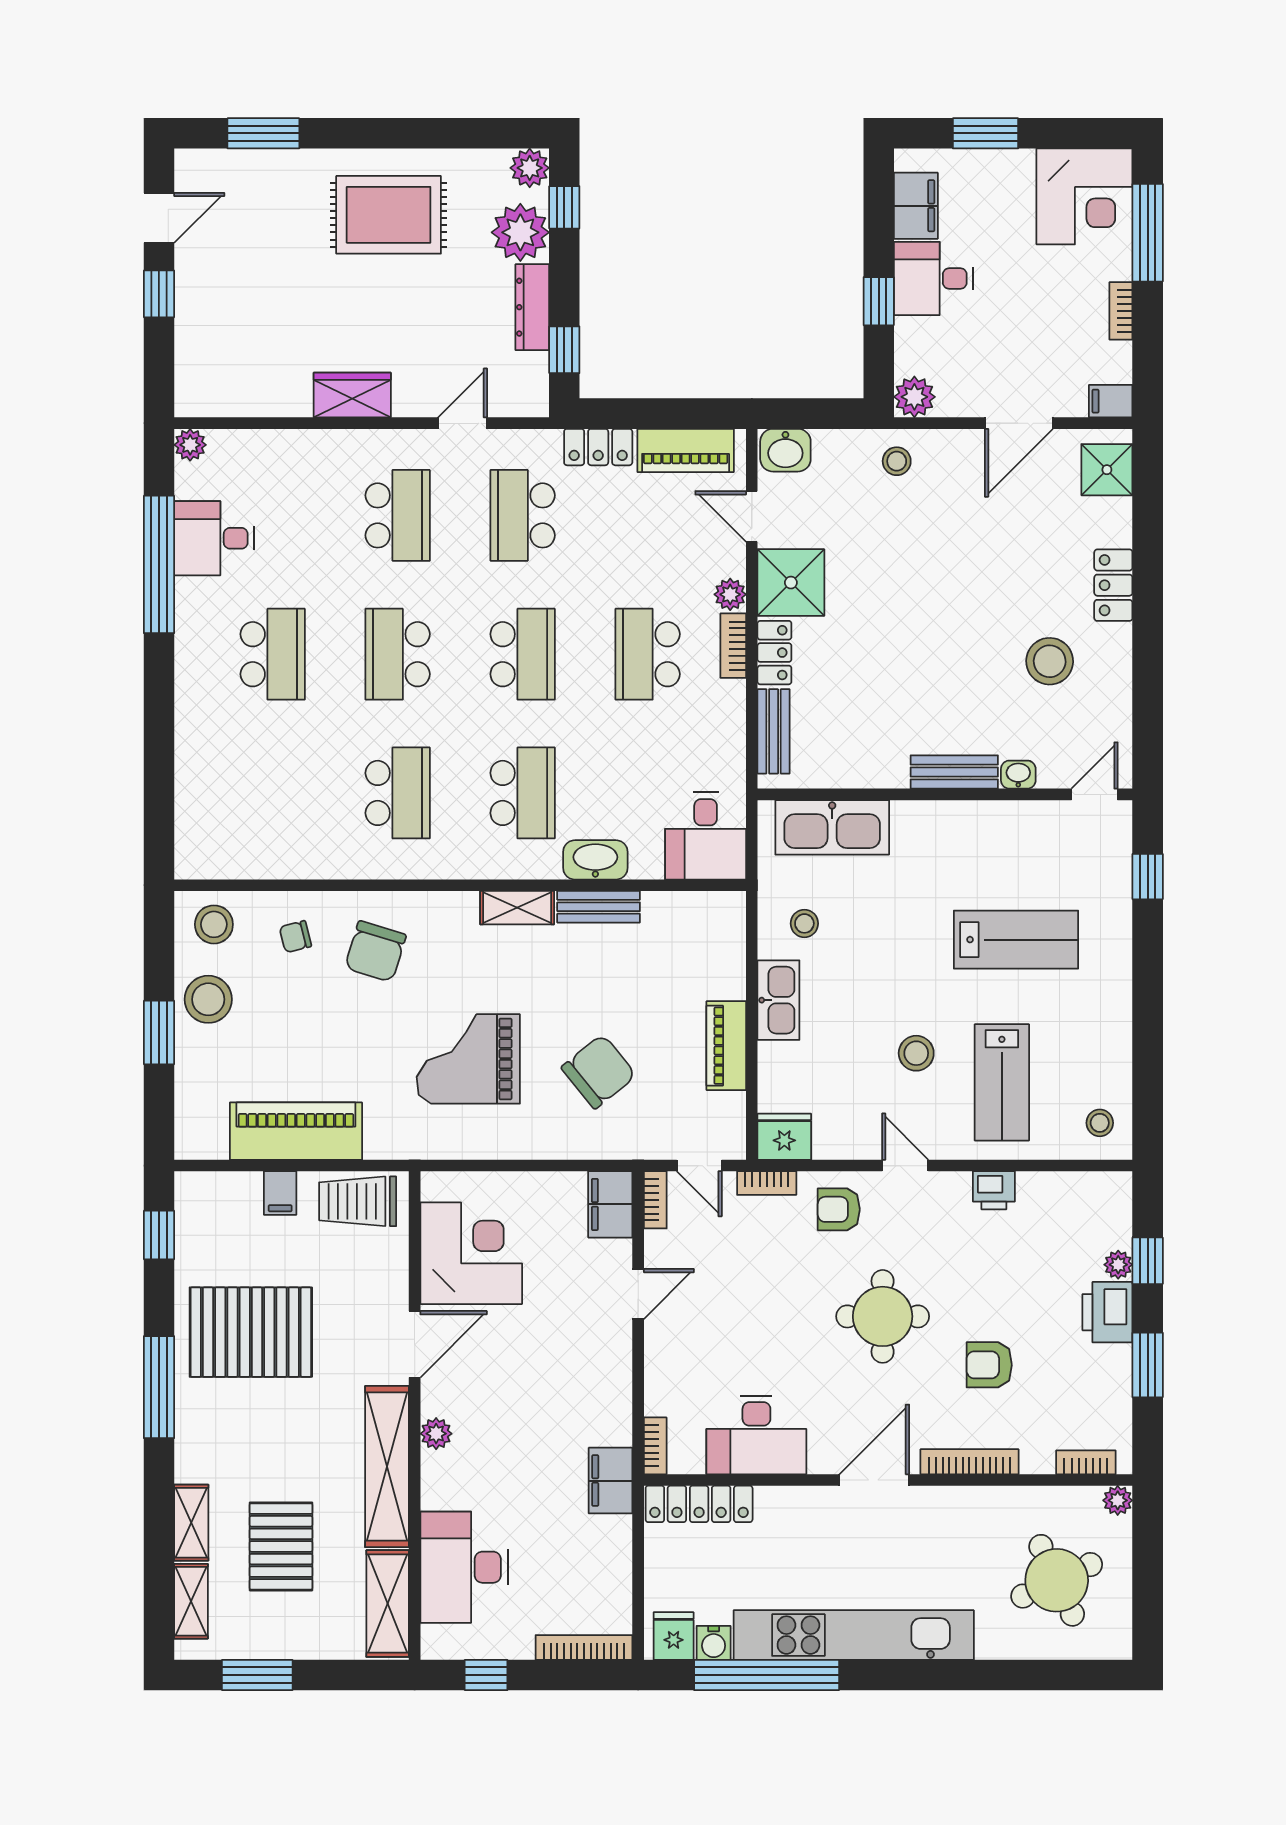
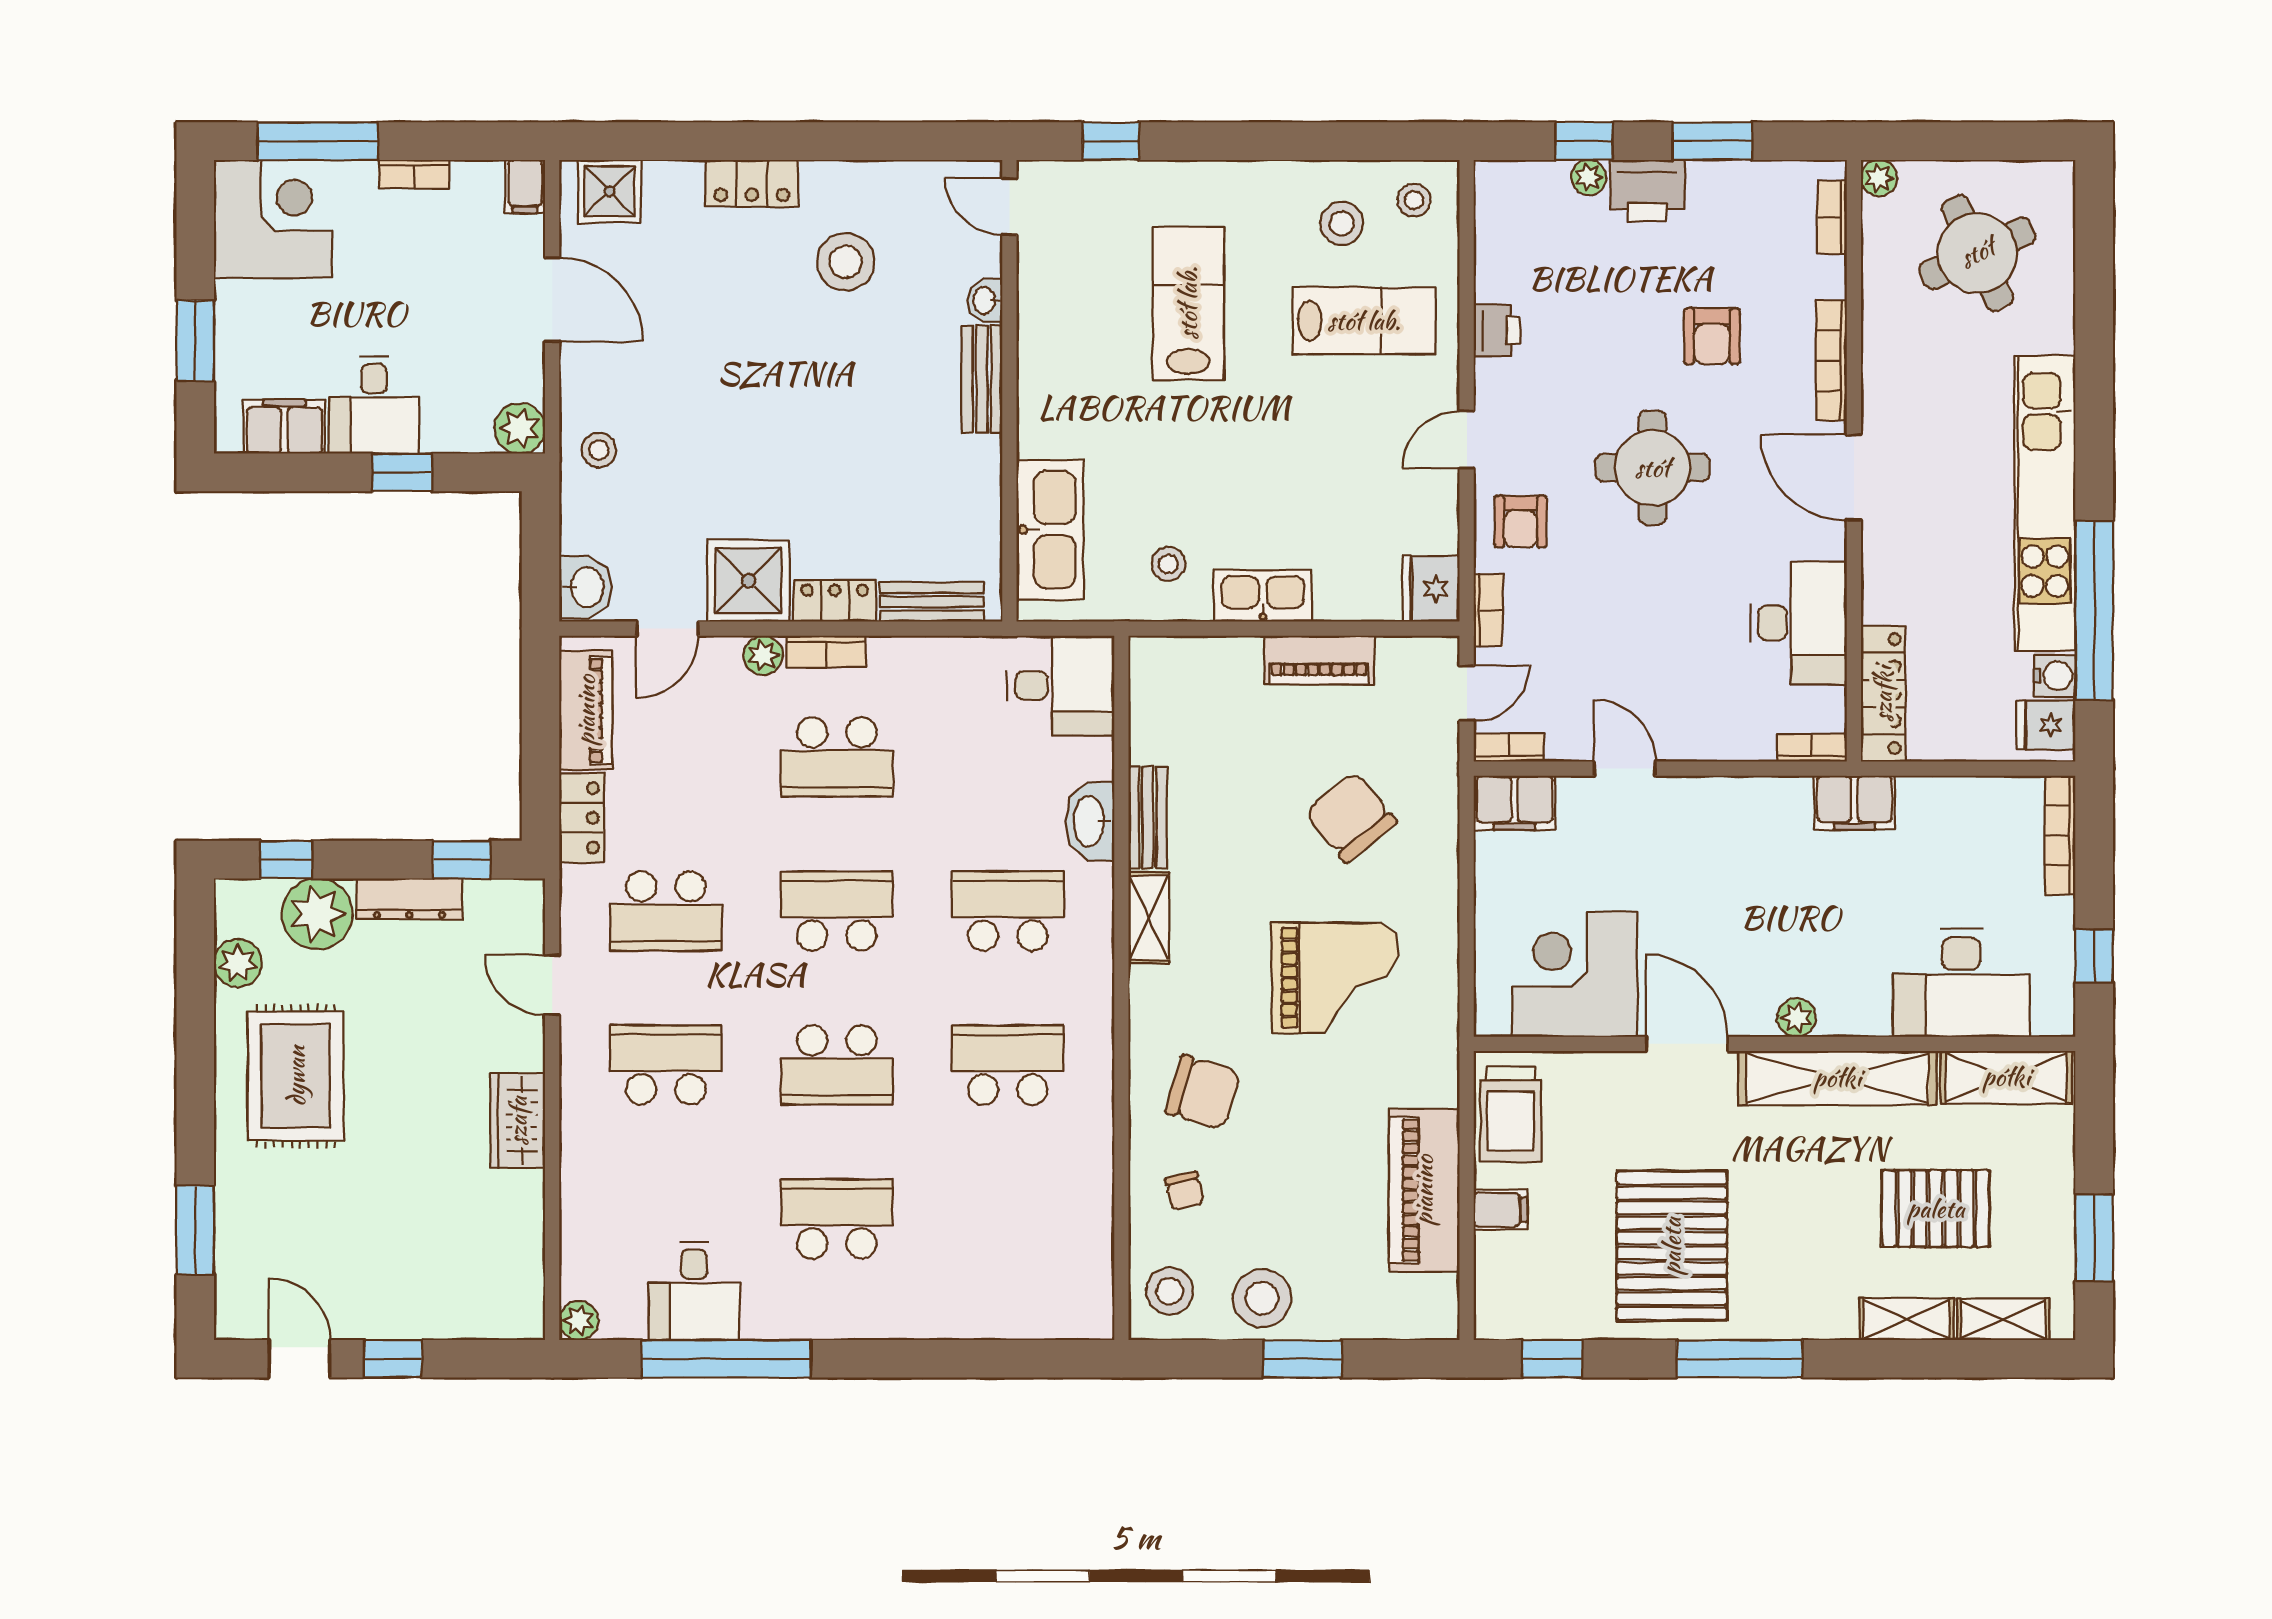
plant: (530, 168) -> (238, 963), moved
stool: (916, 1053) -> (1342, 223), moved
grand piano: (468, 1059) -> (1335, 978), turned -90

